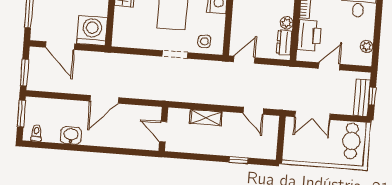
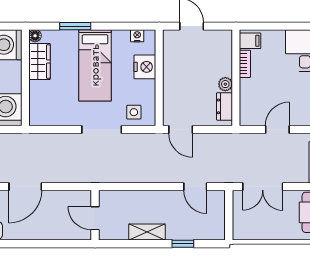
printer: (309, 35) -> (252, 96), removed
doorway: (175, 54) -> (102, 130), width x1.38
door: (244, 60) -> (181, 130), swing flipped
shelving: (206, 118) -> (147, 232), moved

